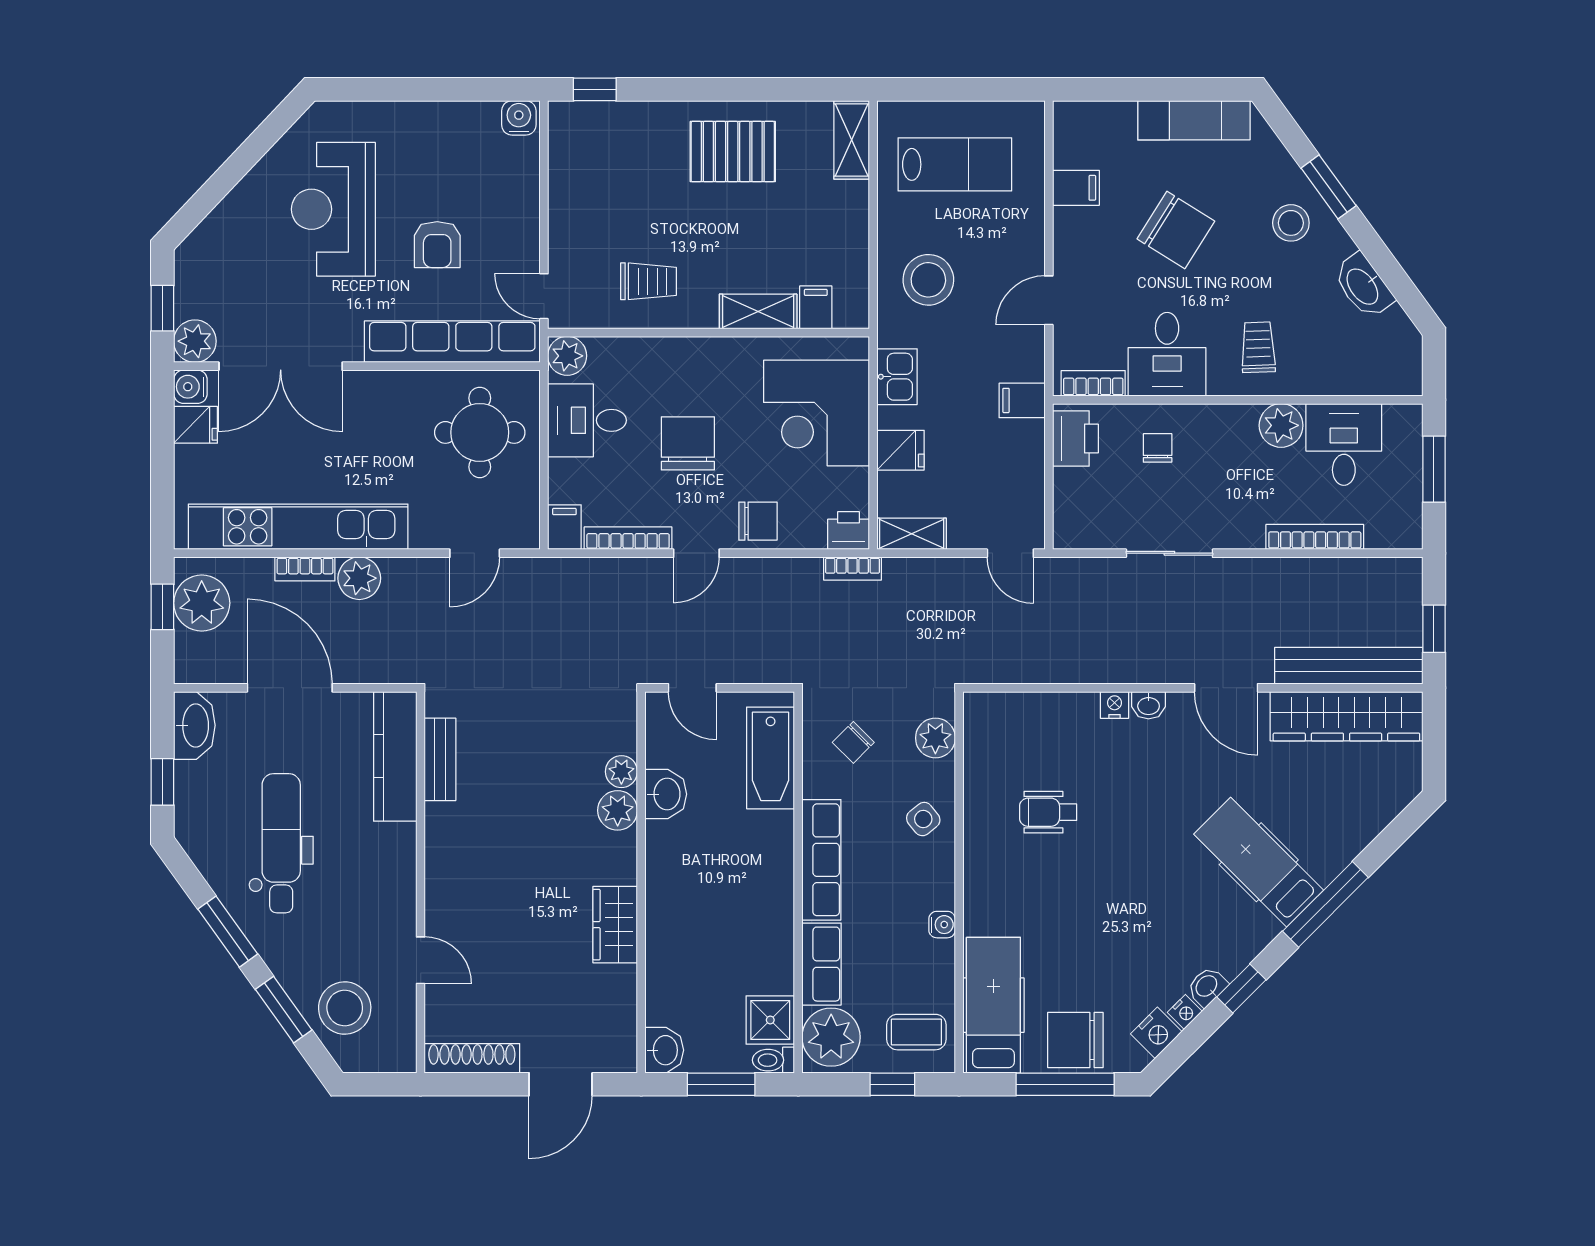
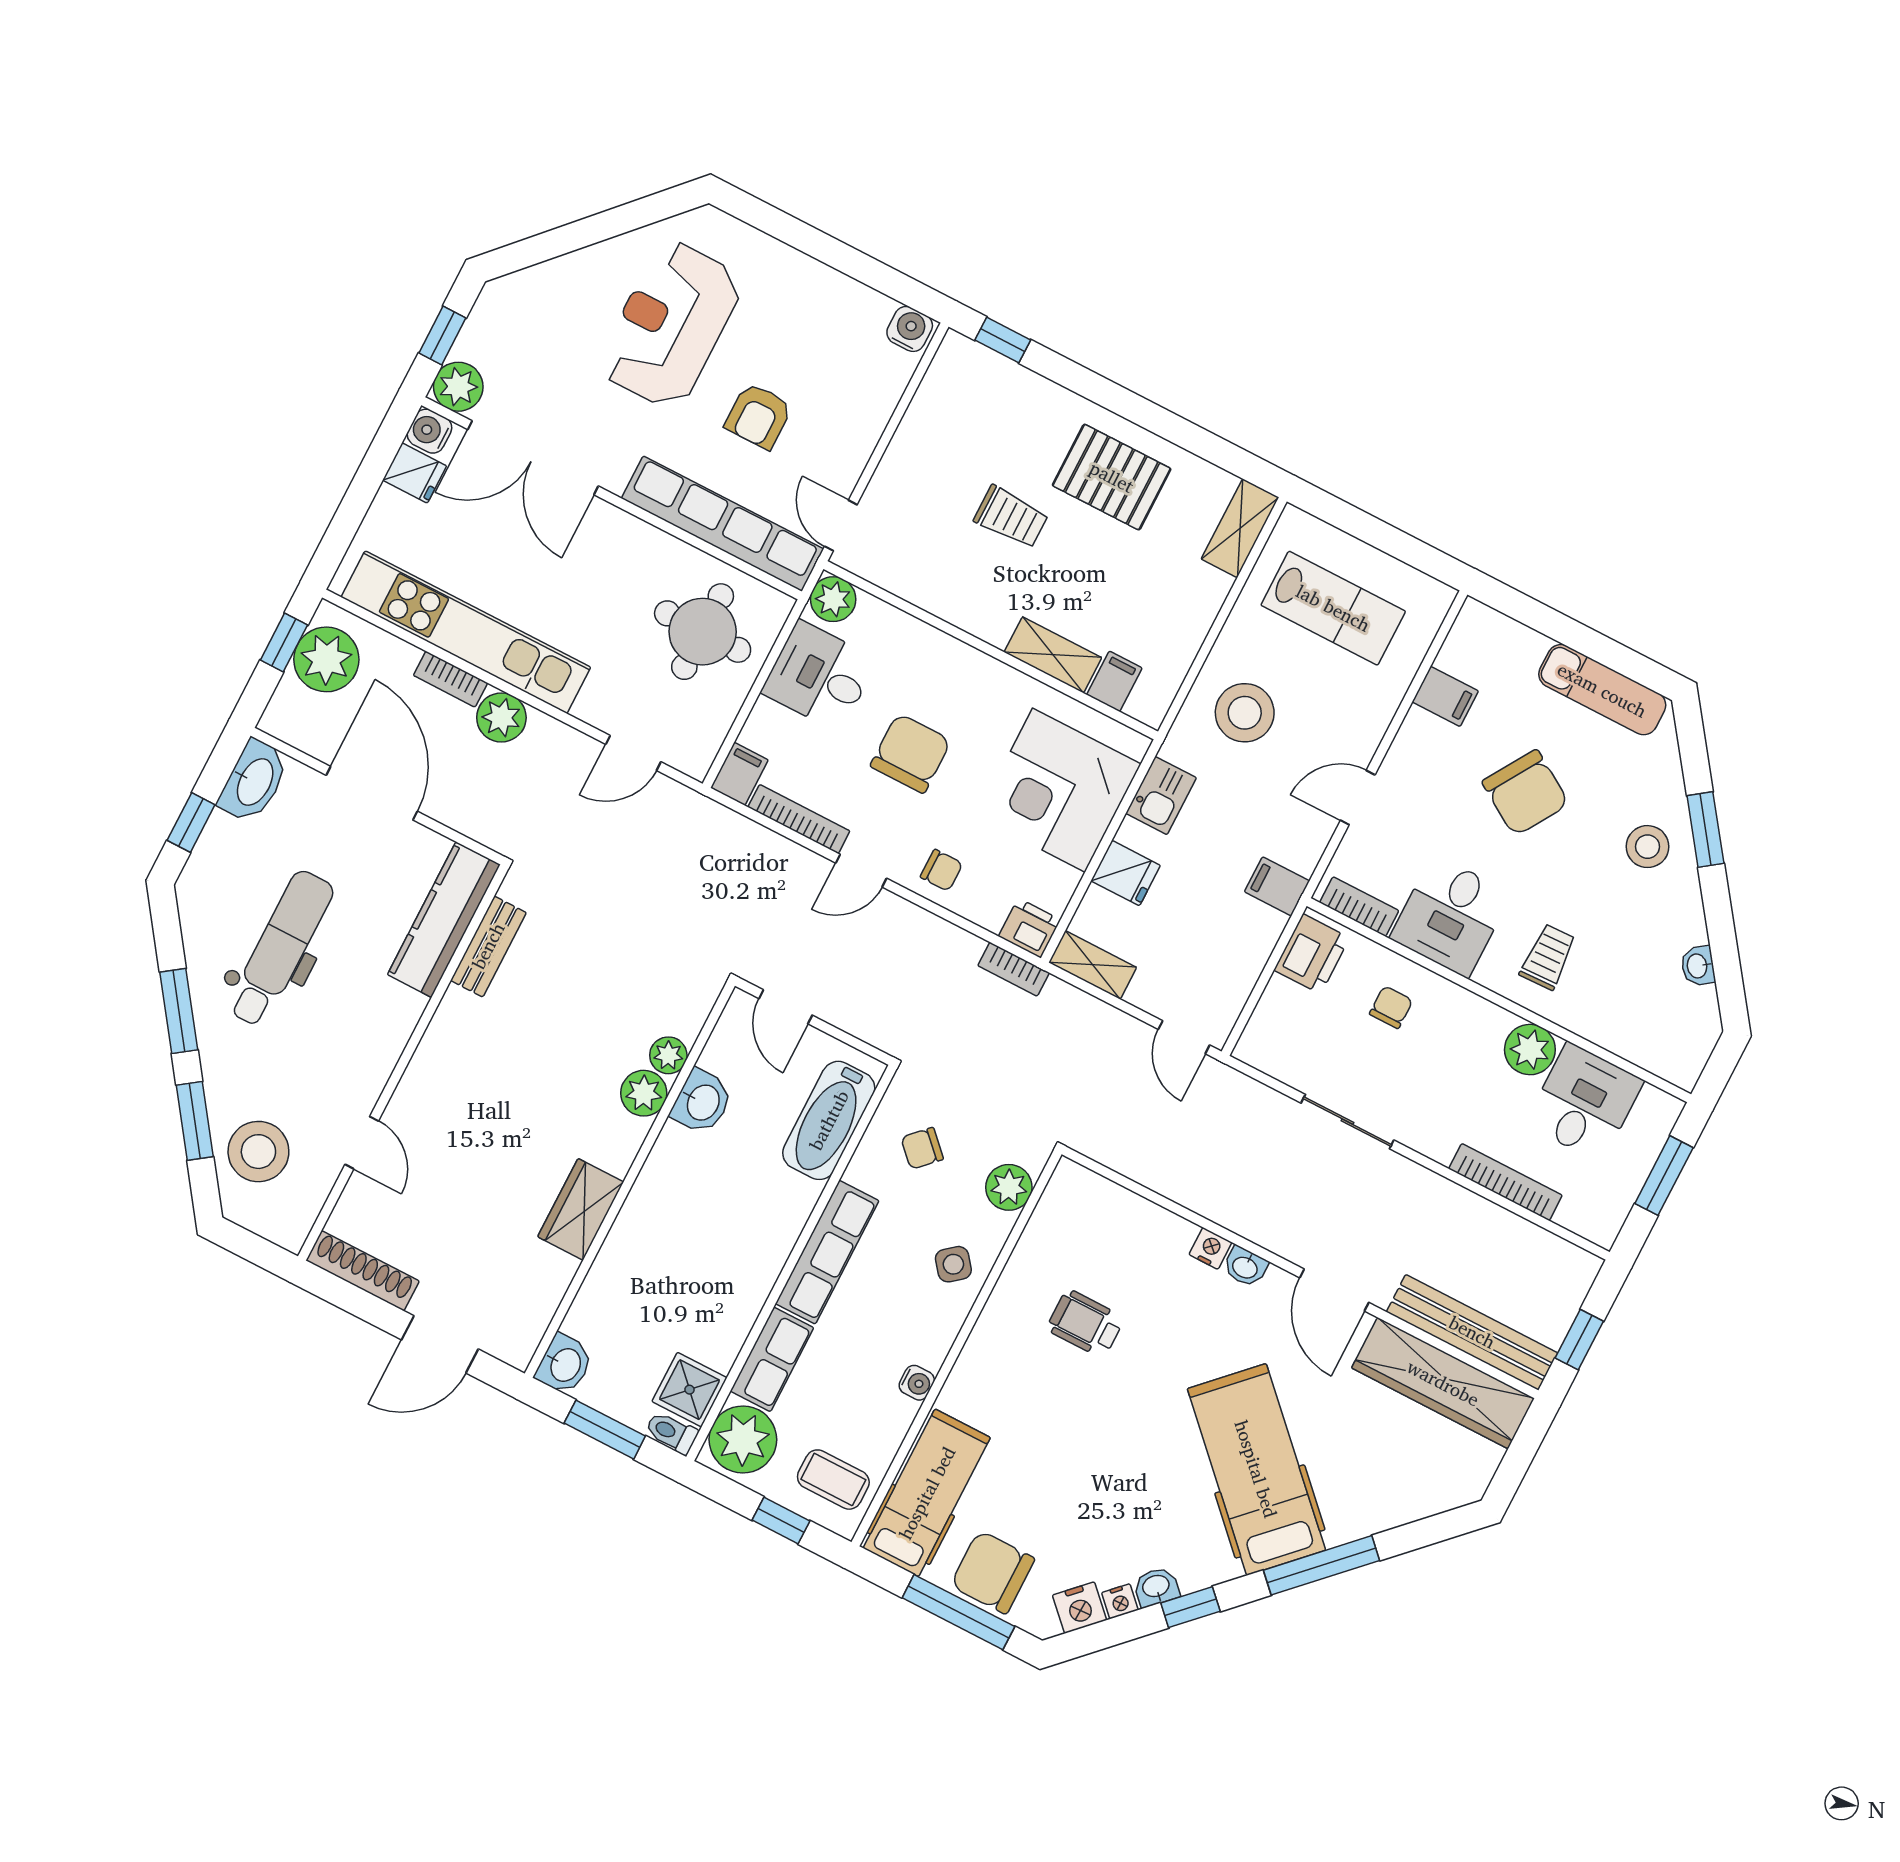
trolley: (649, 281) -> (1011, 517), moved
washbasin: (1363, 286) -> (1698, 966), width x0.52, depth x0.69
chair: (758, 521) -> (942, 870), width x0.73, depth x0.73
hospital bed: (1259, 862) -> (1256, 1469), width x1.37, depth x1.29

